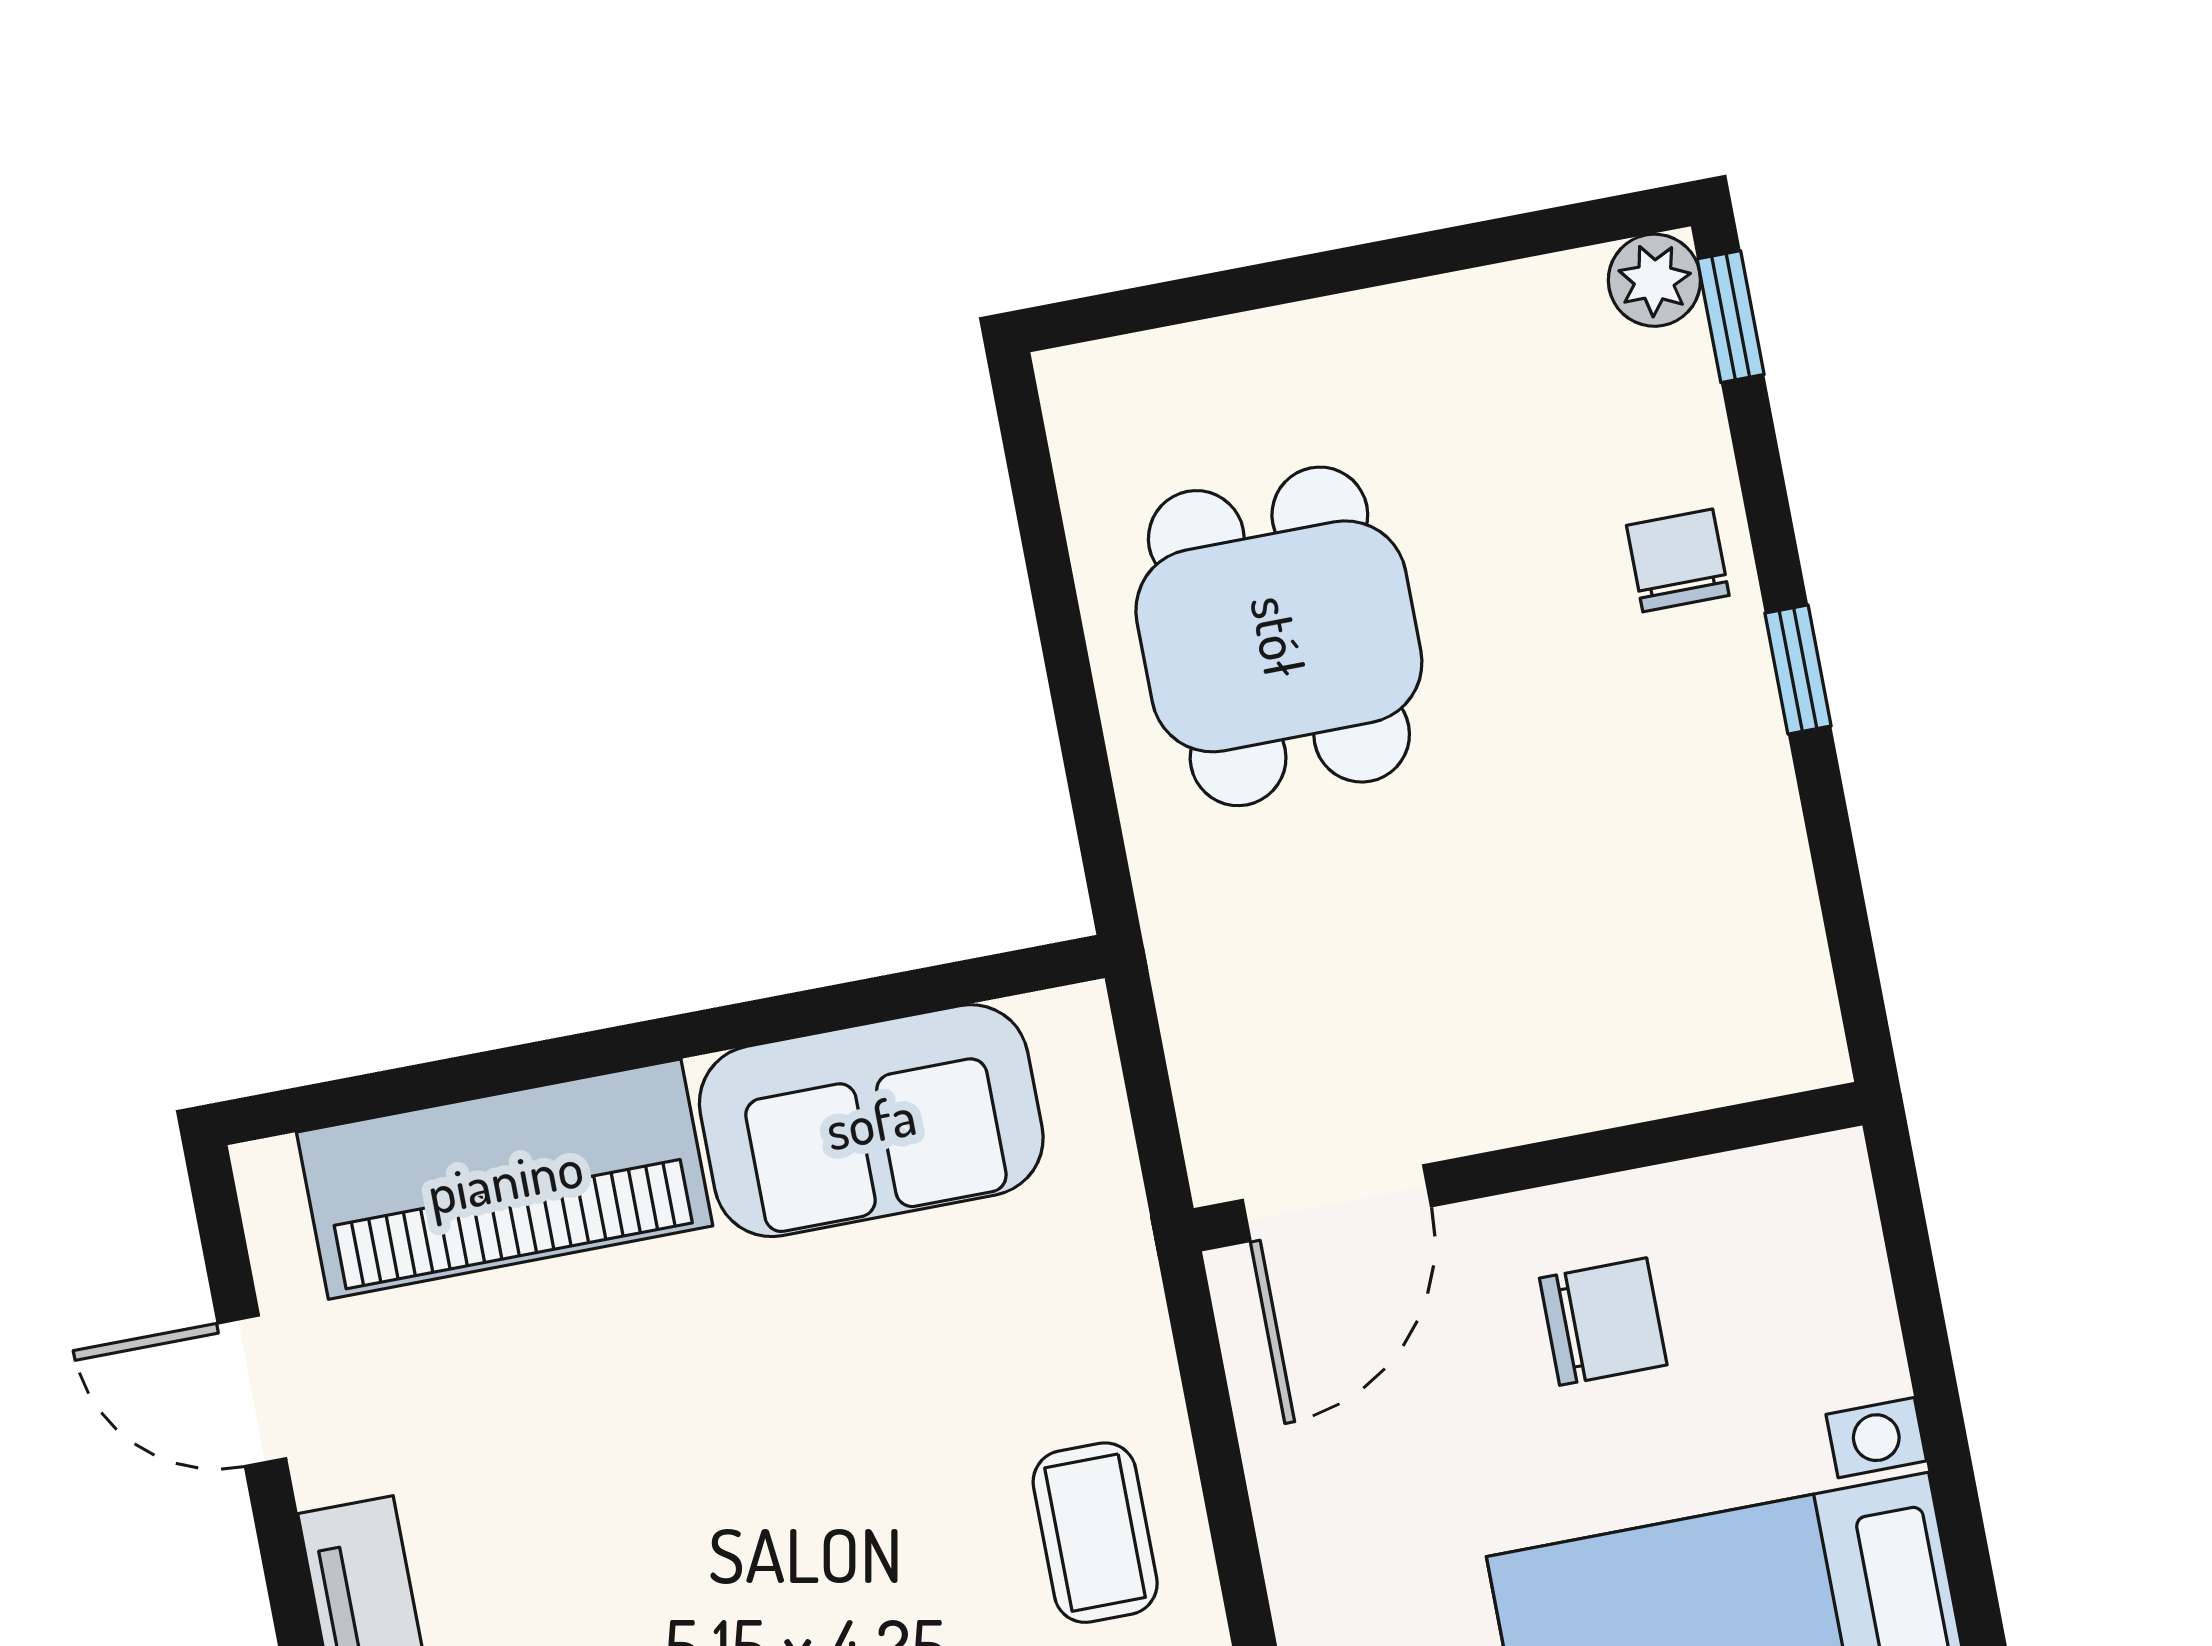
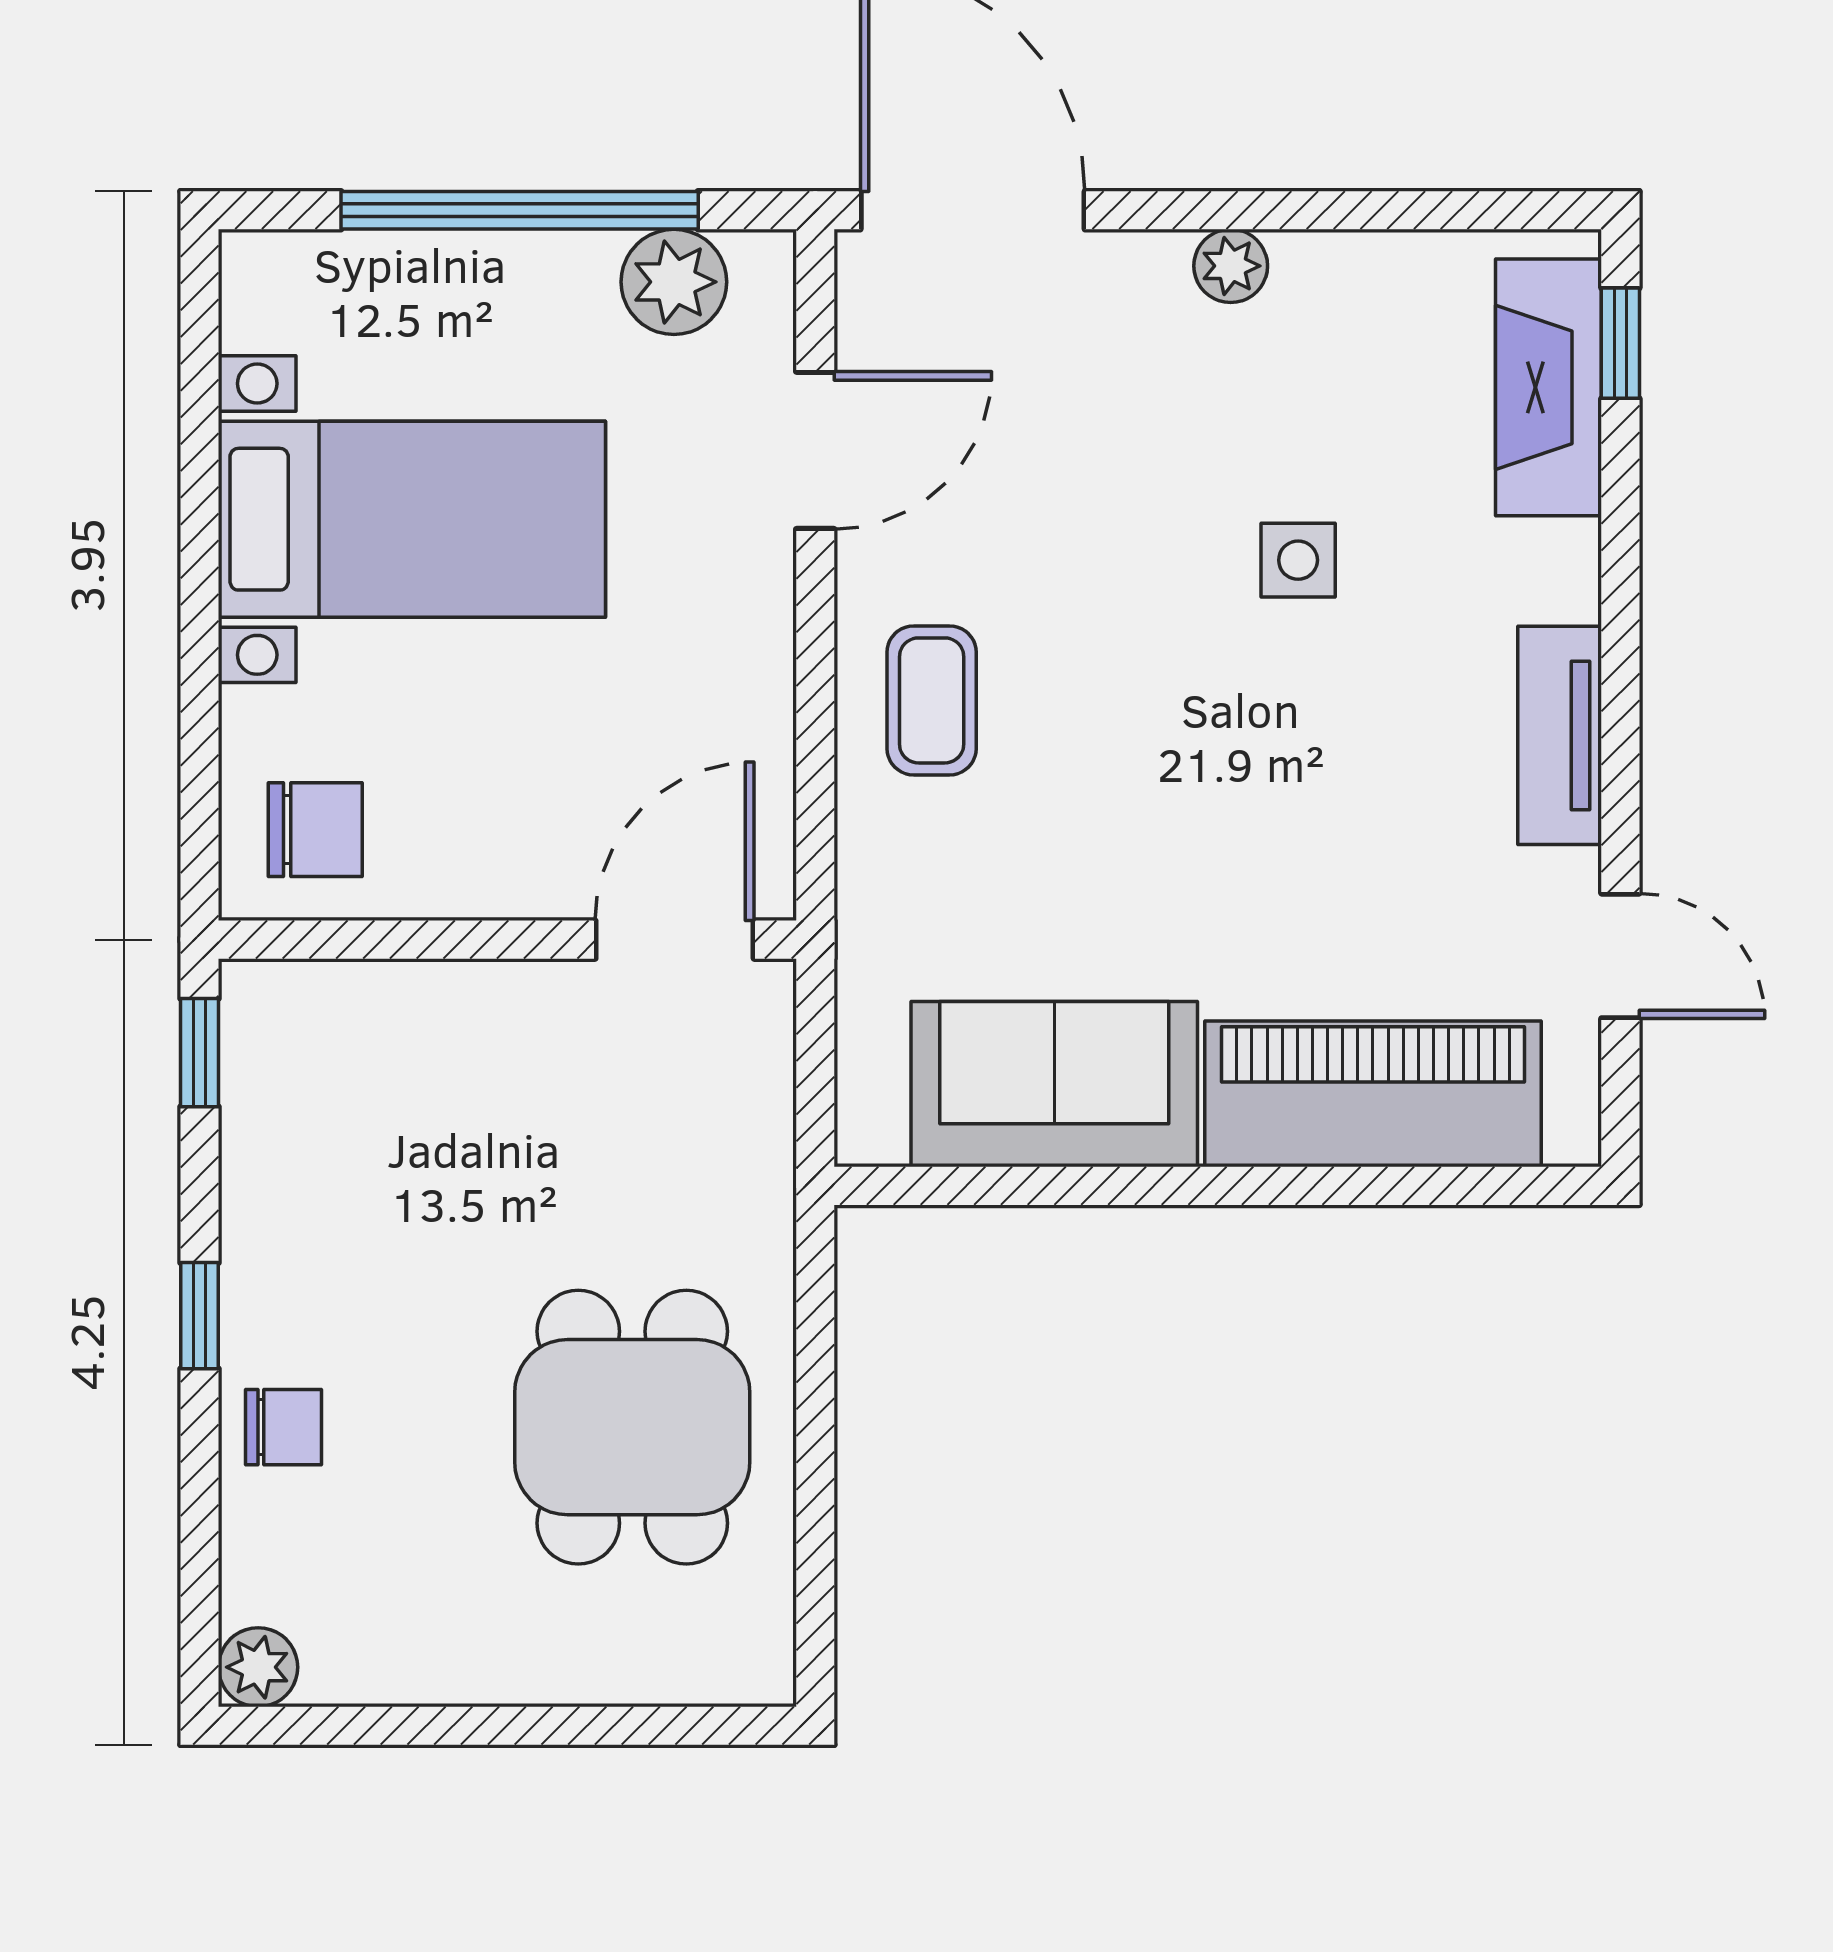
window: (1731, 317) -> (200, 1053), moved
chair: (1678, 560) -> (283, 1427), turned -90
chair: (1603, 1322) -> (315, 830), moved, turned 180

